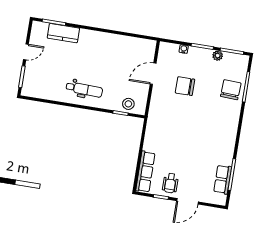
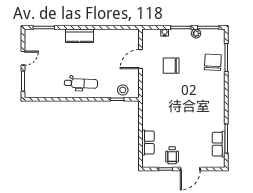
kitchen counter: (63, 33) -> (80, 36), moved
row of seats: (145, 172) -> (148, 142), width x0.68

